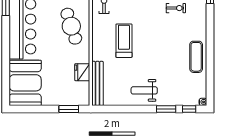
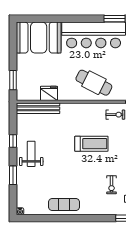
cafe table: (71, 26) -> (94, 83), turned 45
treadmill: (124, 41) -> (91, 144), moved
window: (189, 109) -> (13, 141), moved

